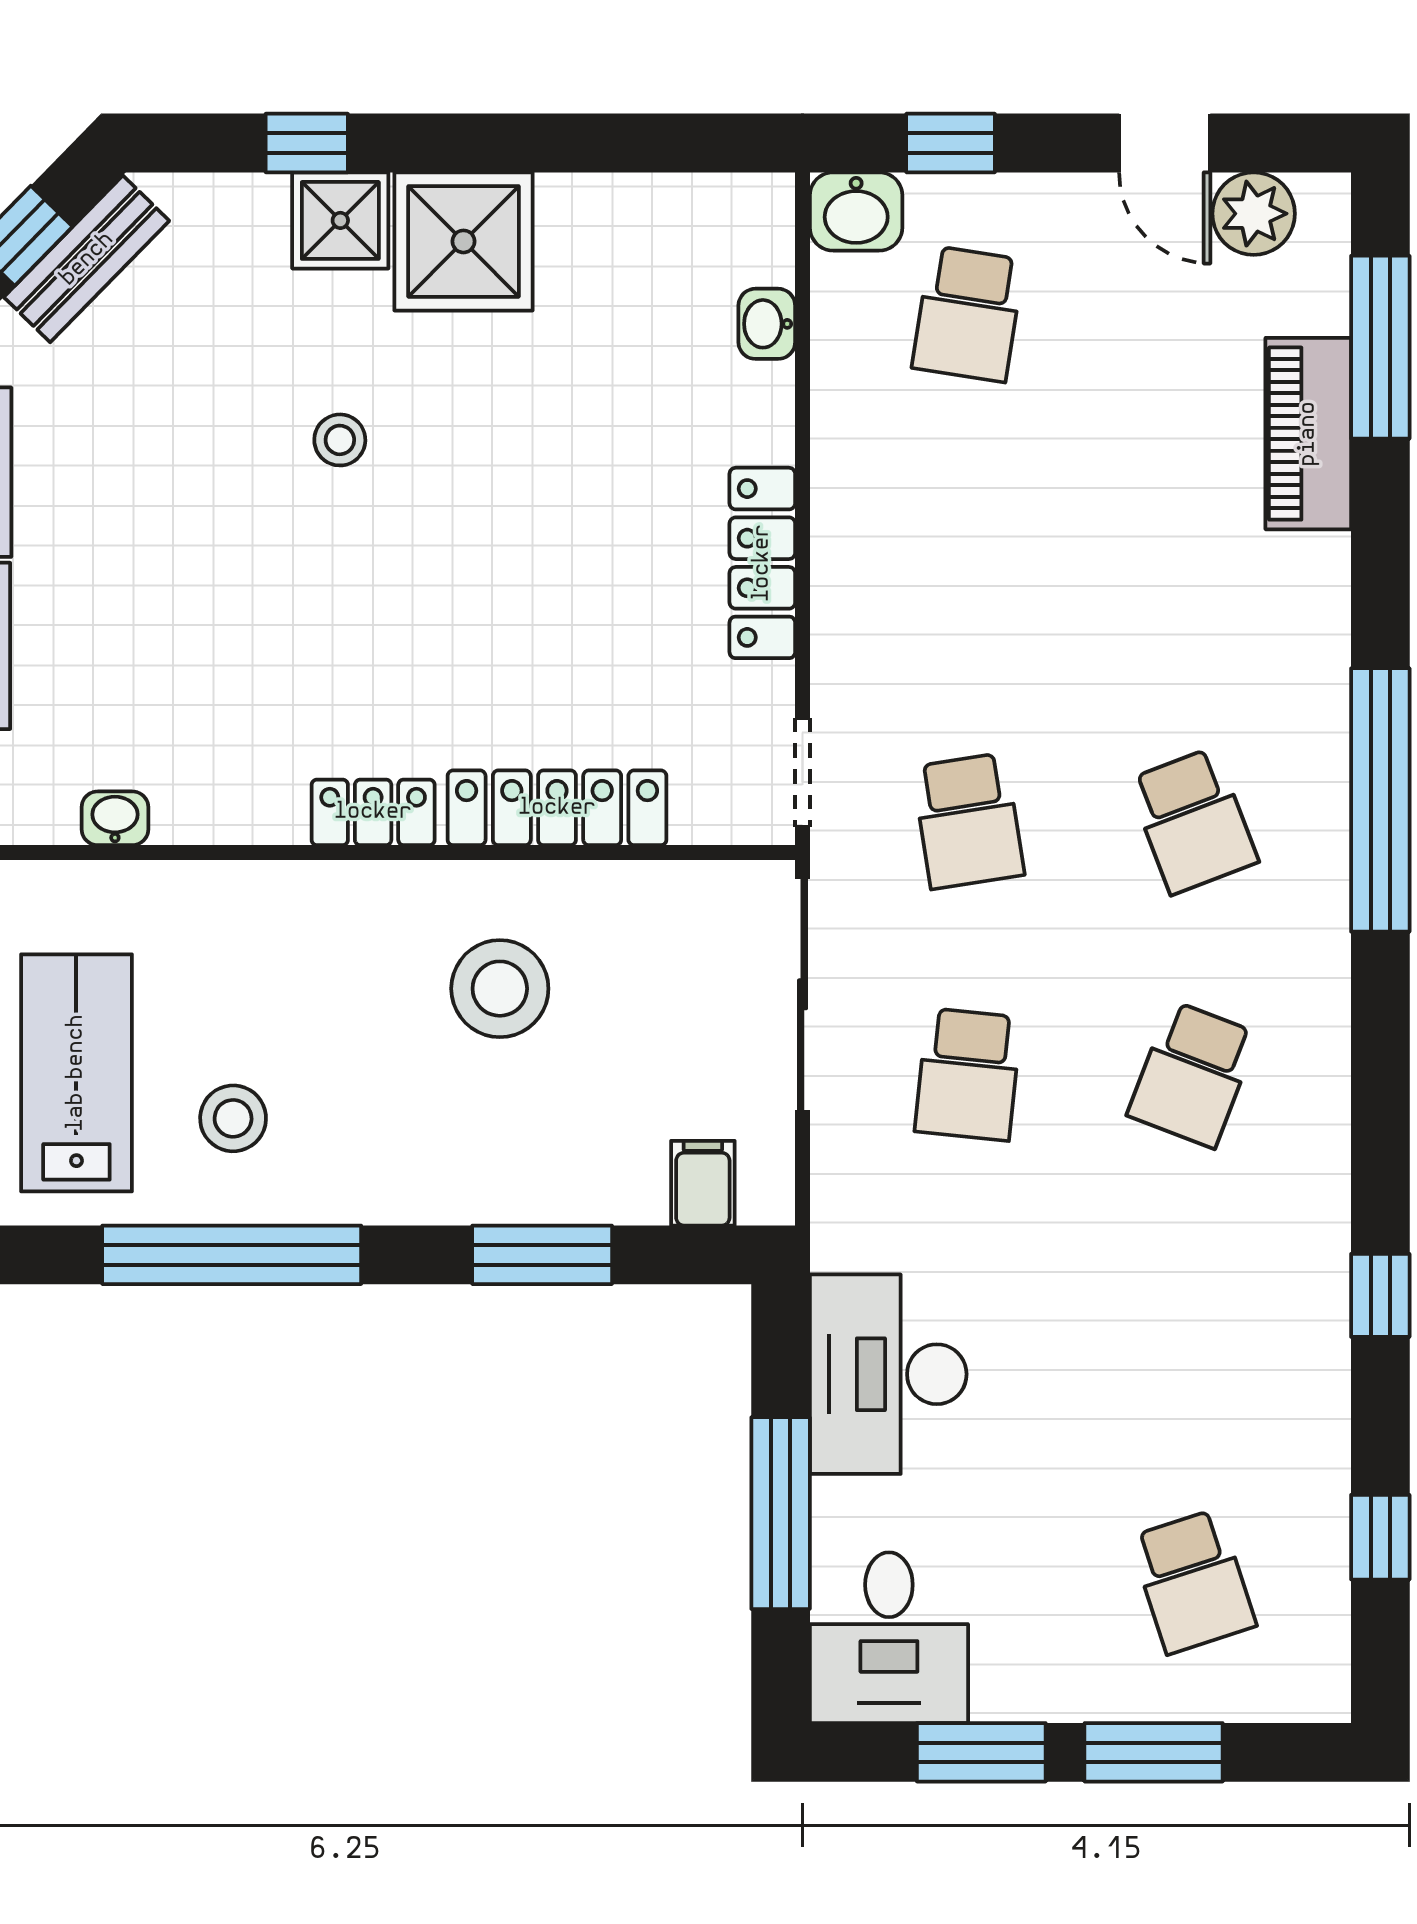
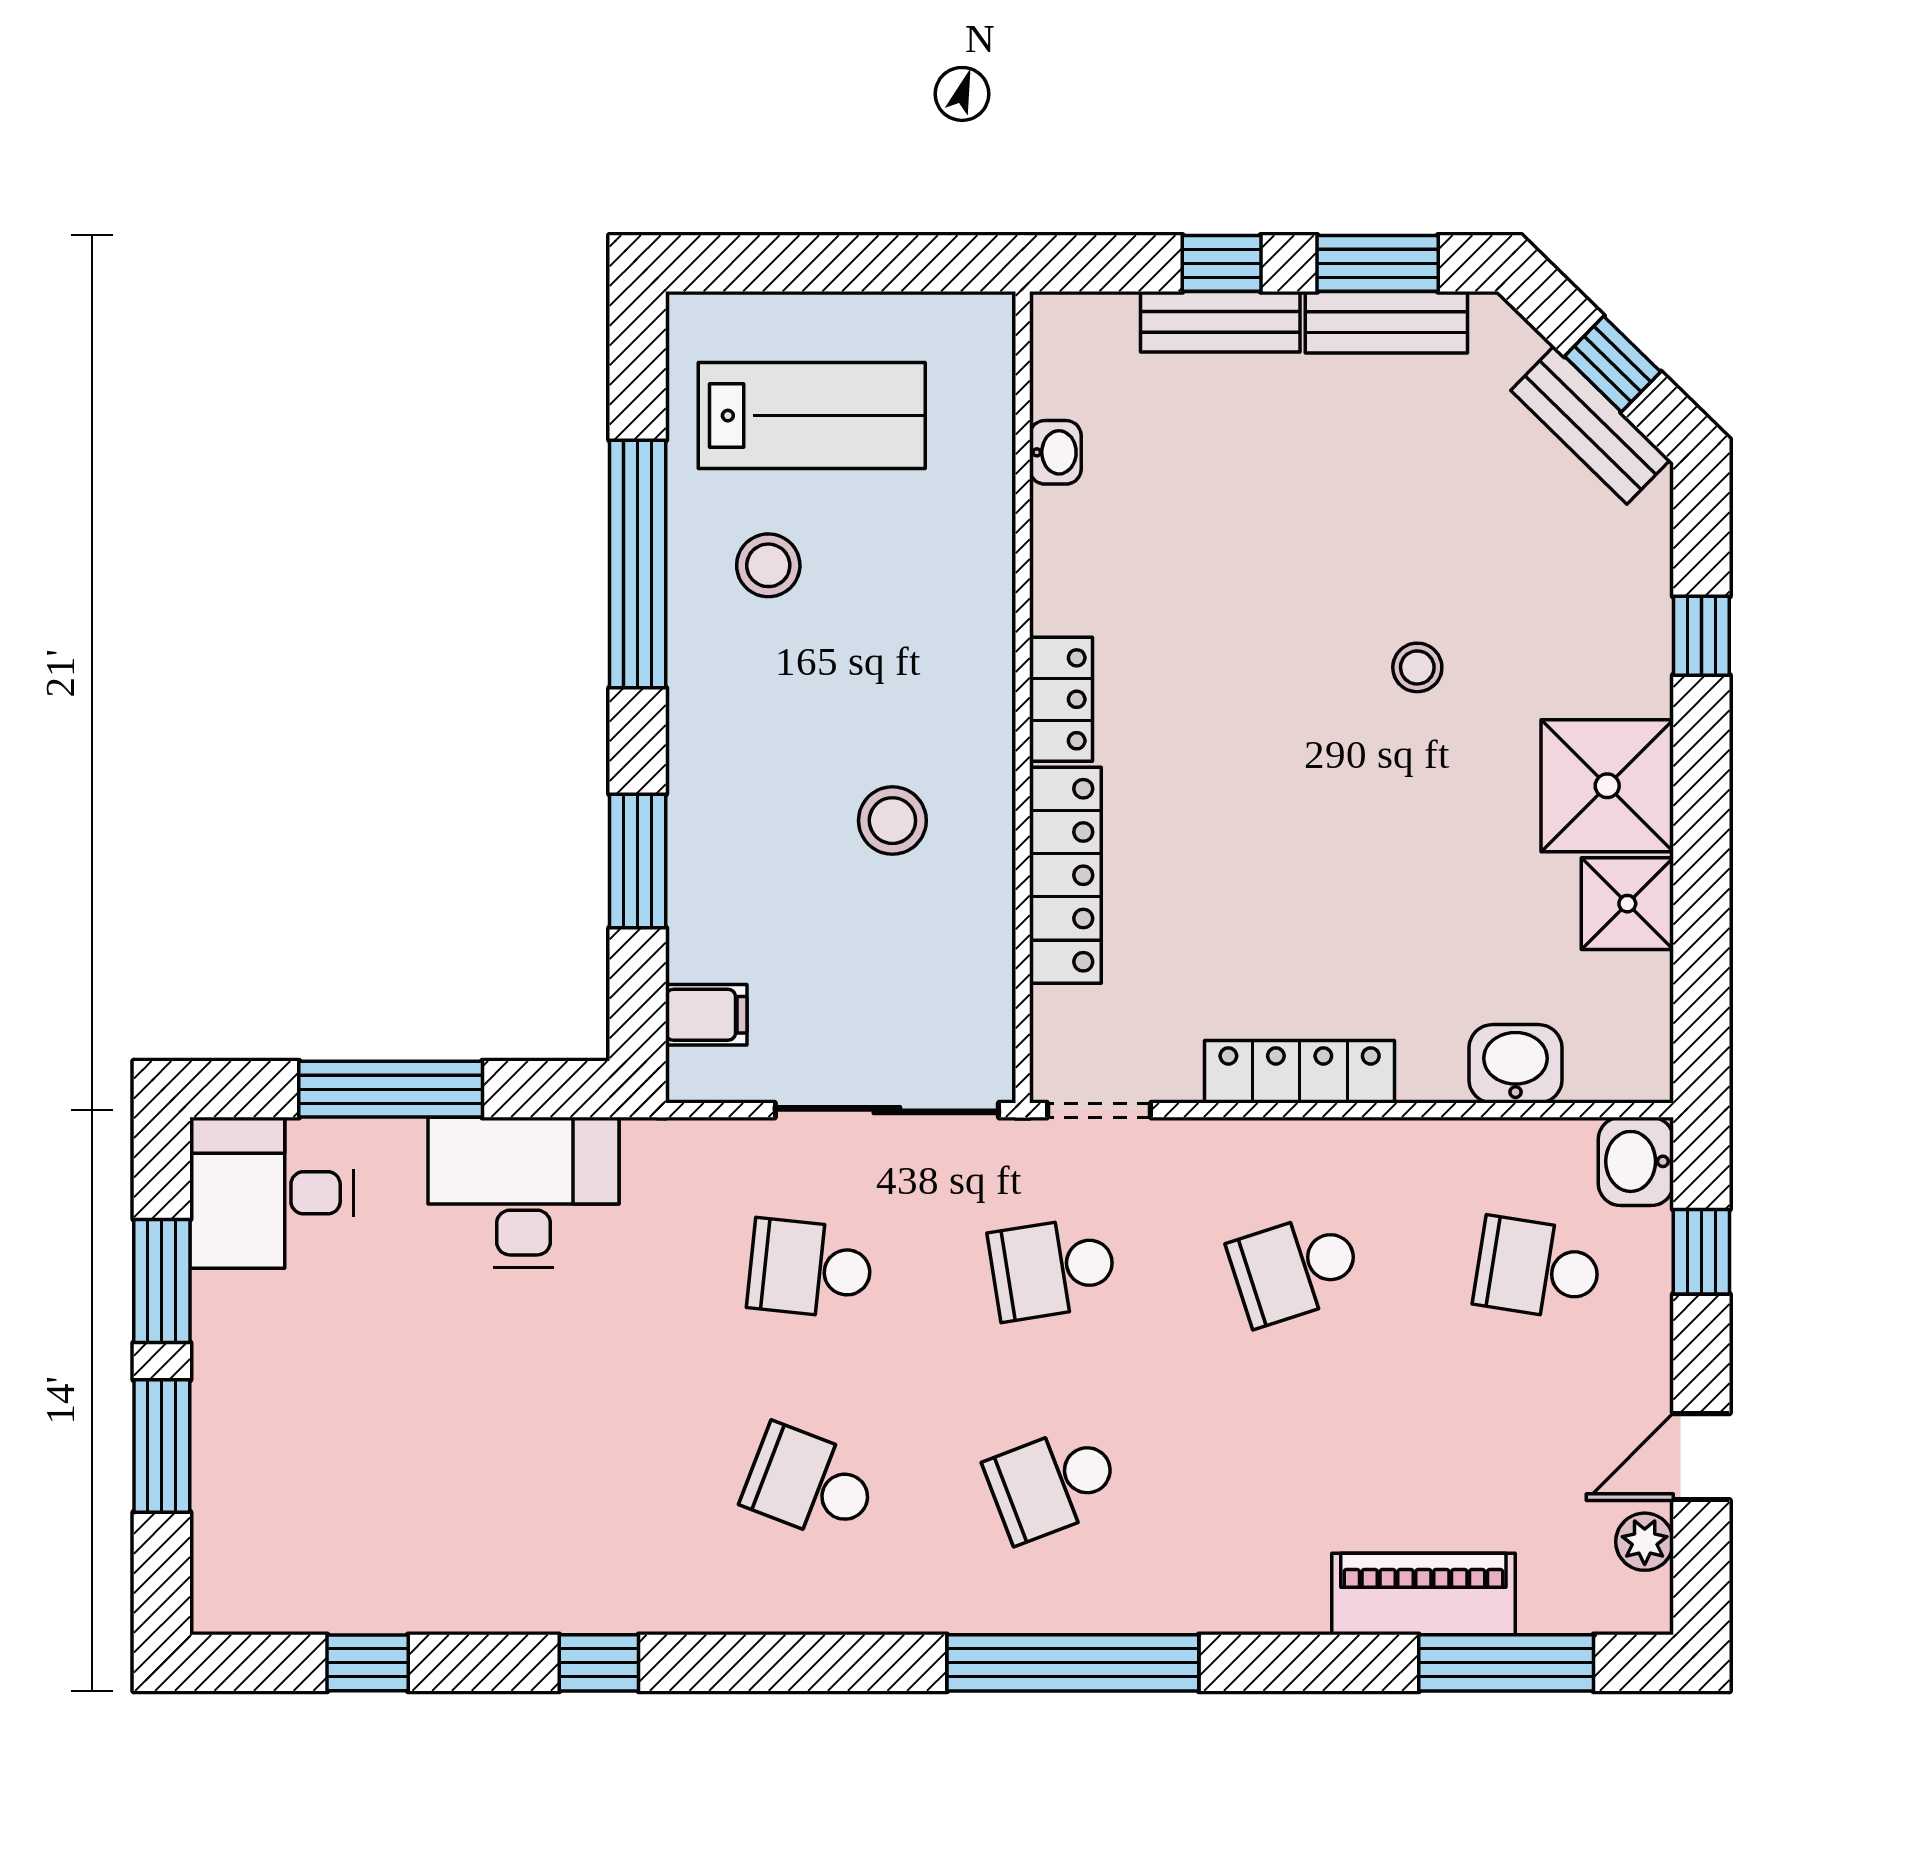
plant: (1254, 214) -> (1645, 1542), width x0.73, depth x0.73
shower: (340, 220) -> (1627, 904), moved
washbasin: (767, 324) -> (1515, 1064), width x1.38, depth x1.45
stool: (500, 989) -> (892, 821), width x0.73, depth x0.73
school desk: (1193, 1581) -> (1295, 1269), moved

